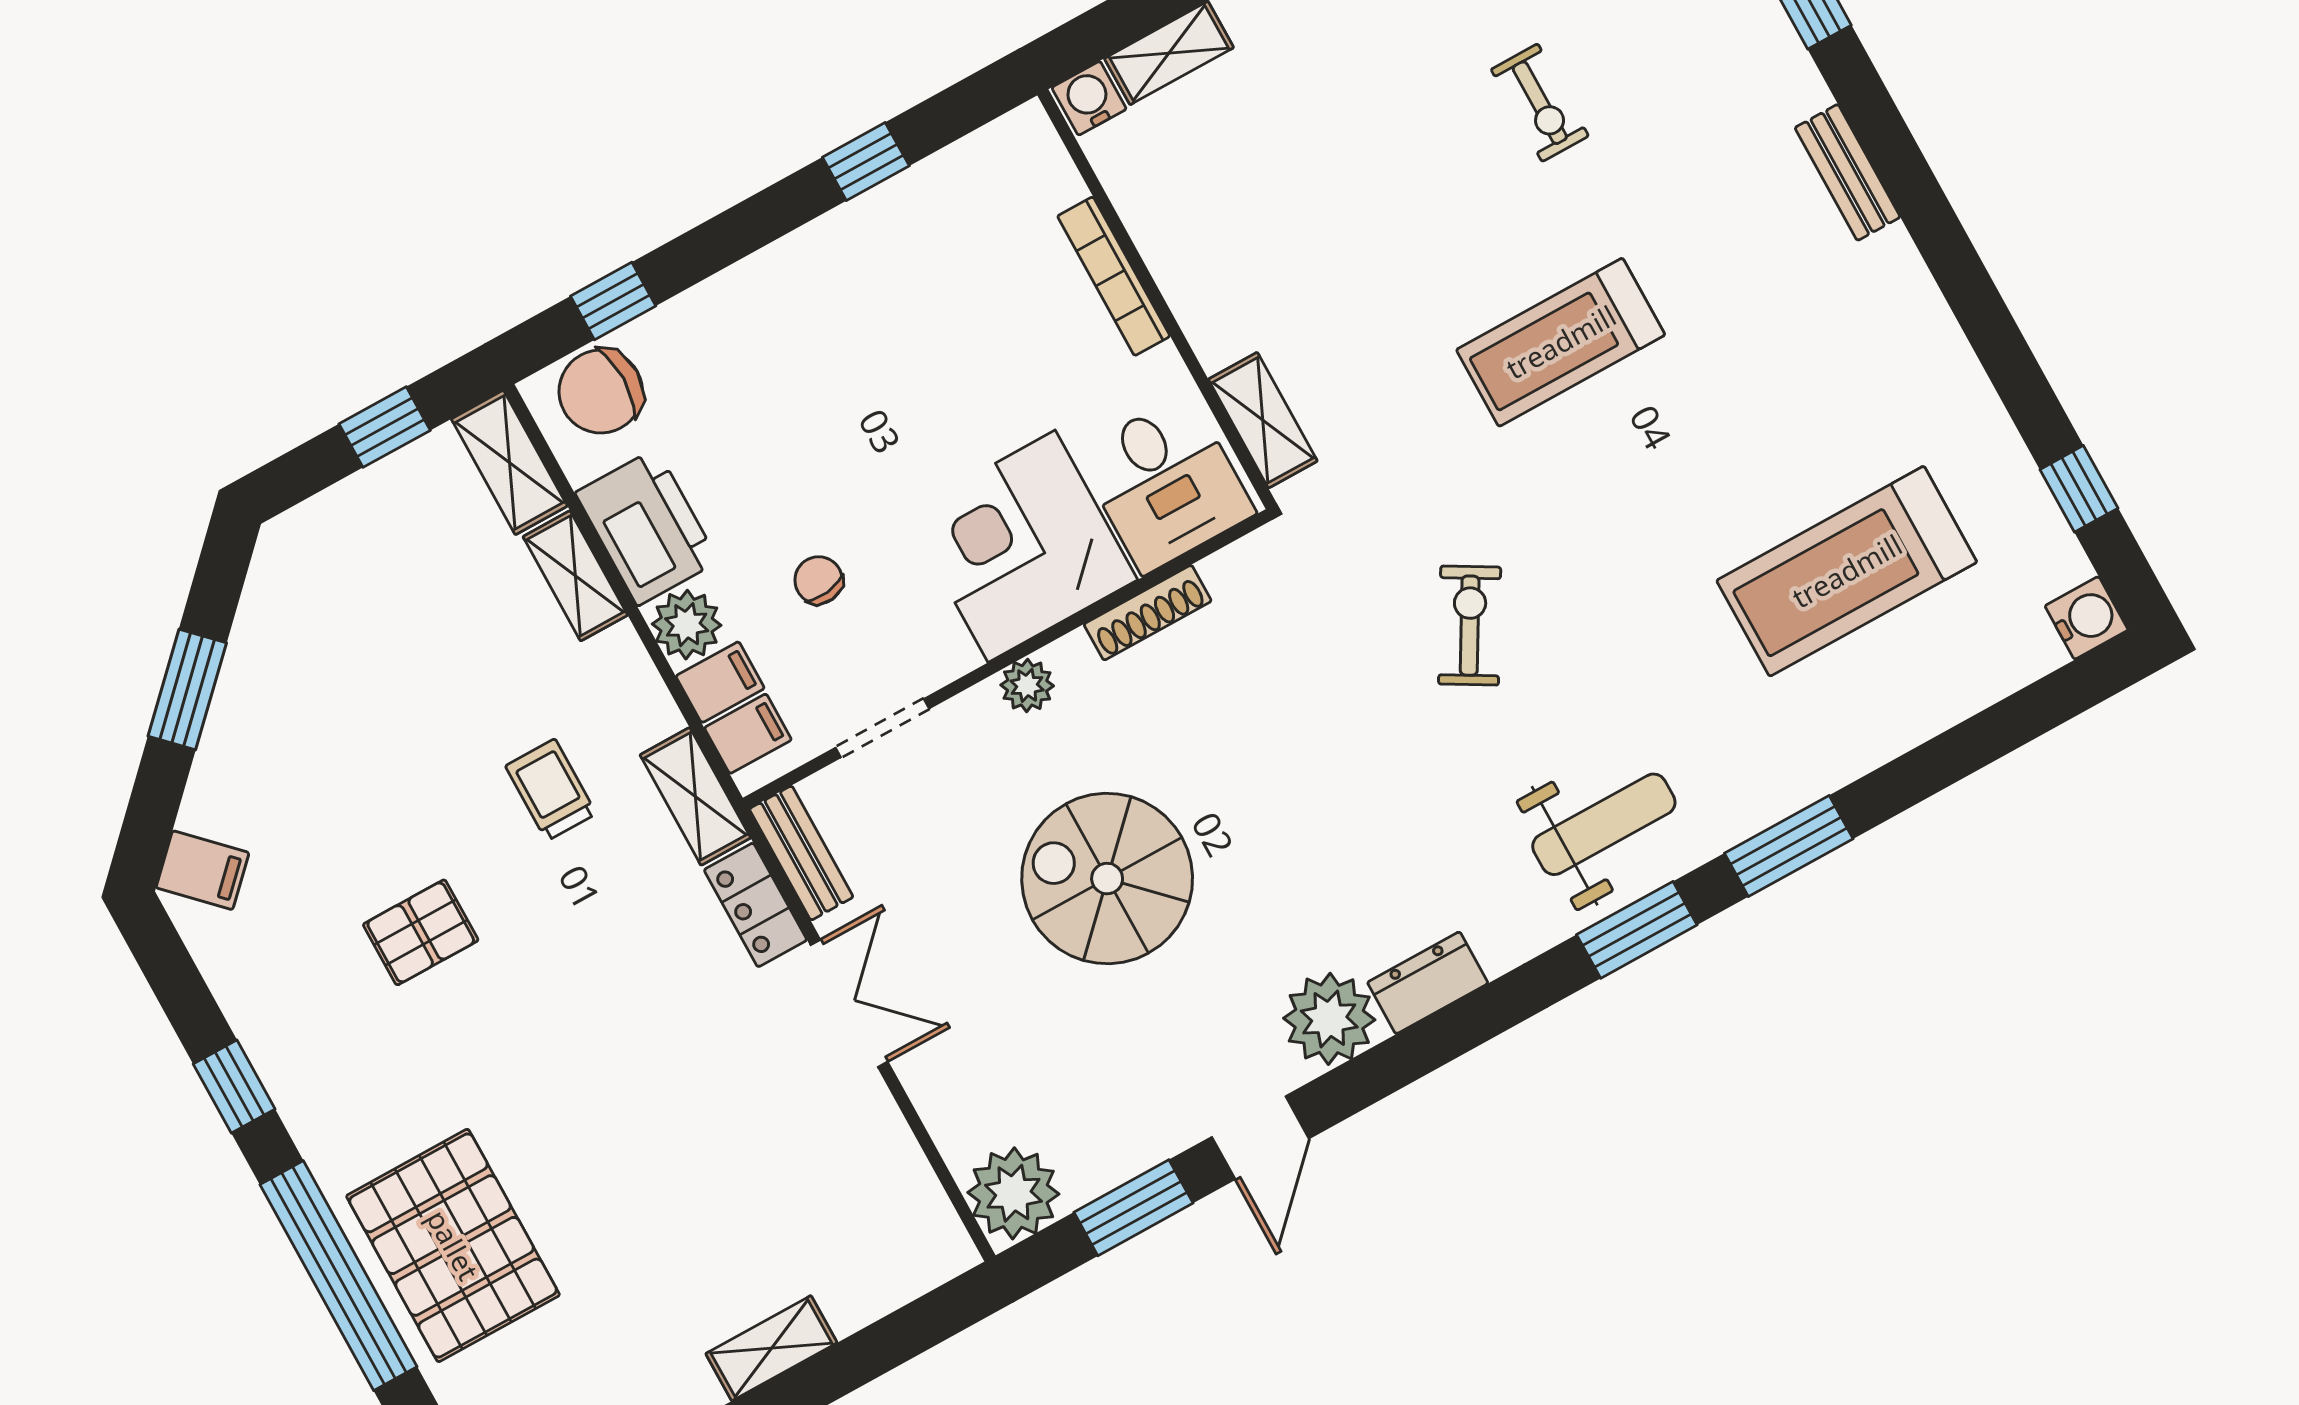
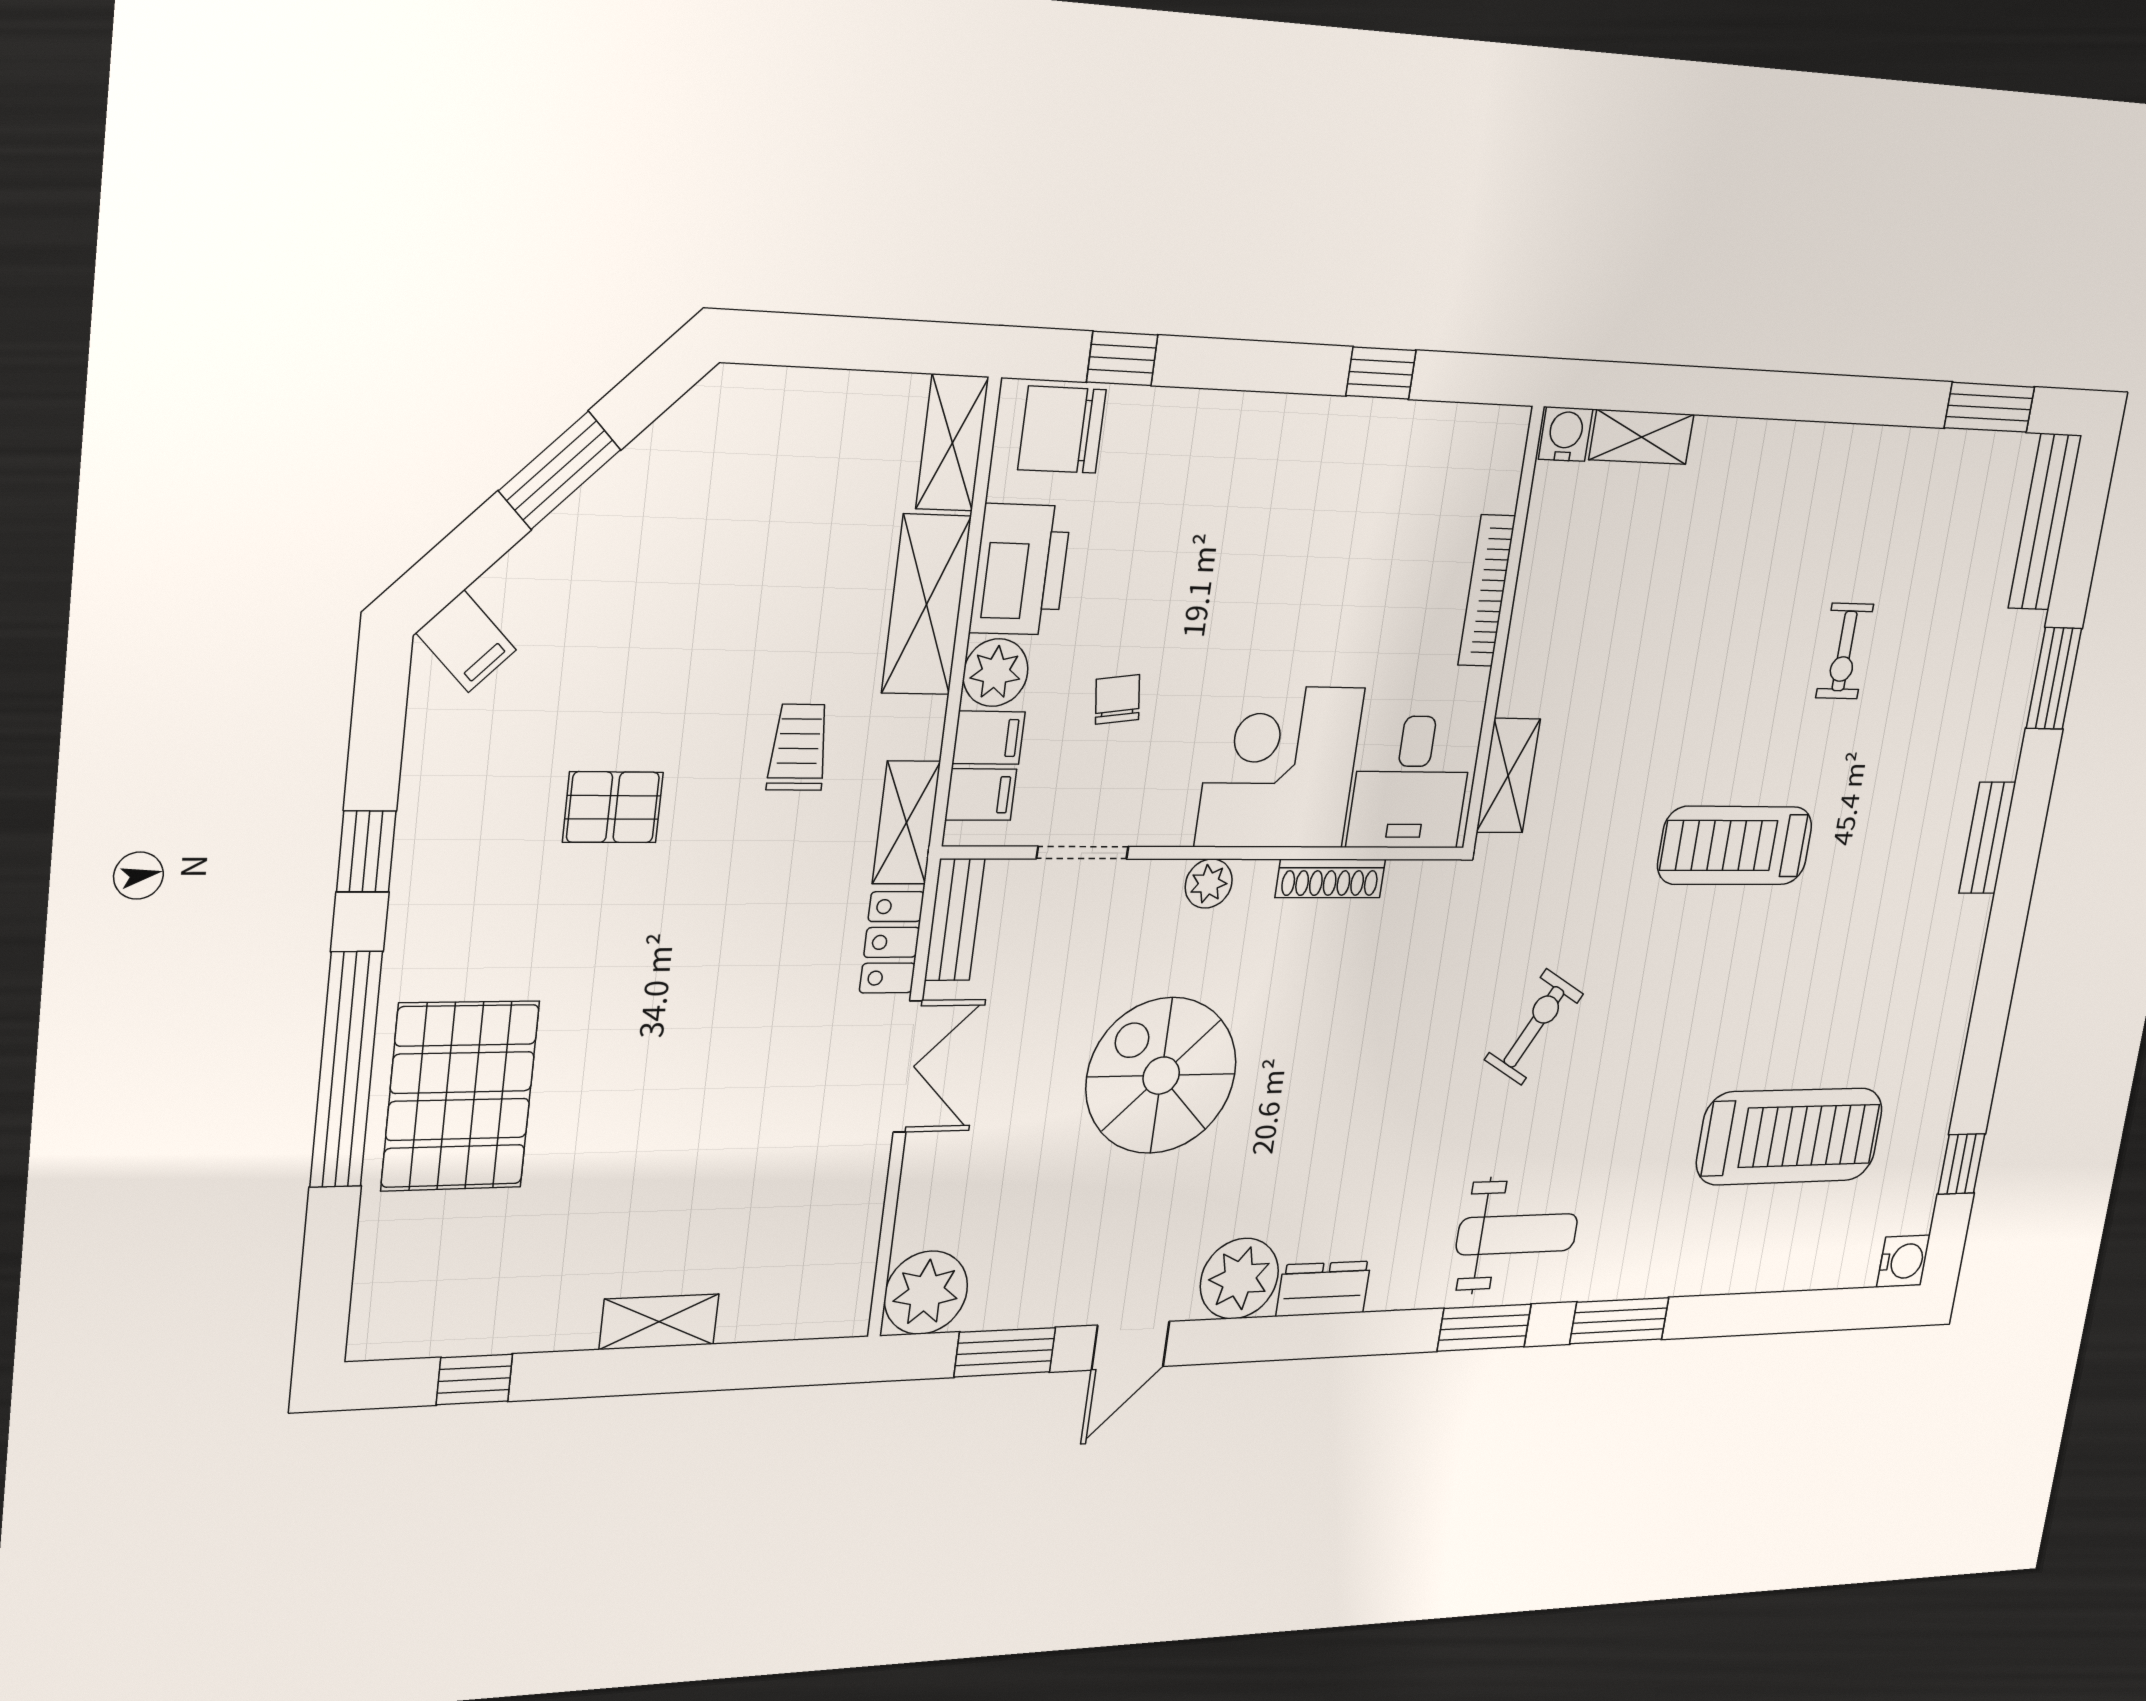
window: (385, 427) -> (875, 345), removed
treadmill: (1847, 571) -> (1790, 1136), turned 180
shelving: (575, 576) -> (926, 605), width x1.50, depth x1.33

